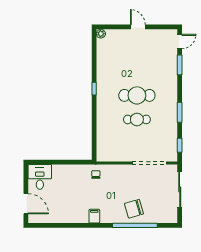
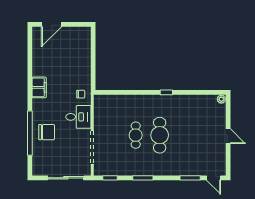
door: (138, 27) -> (228, 136), hinge flipped
desk: (40, 177) -> (78, 117), moved
chair: (134, 209) -> (47, 132), turned 106
filing cabinet: (94, 216) -> (39, 87), width x2.00

